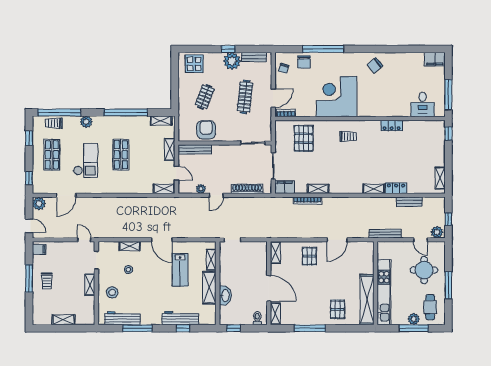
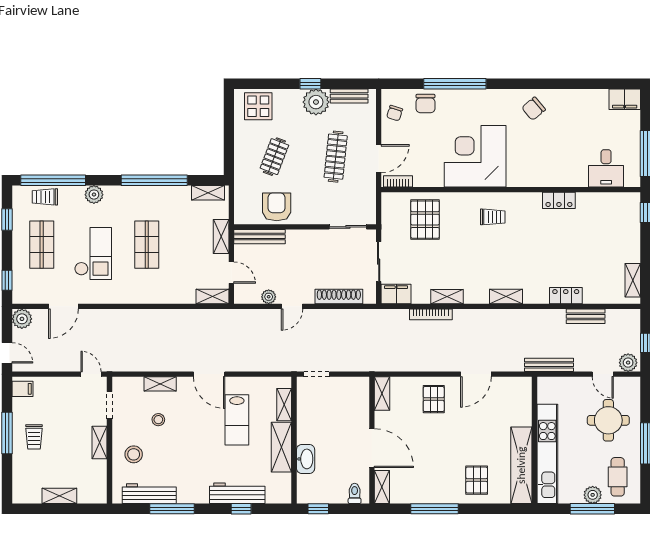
shelving: (374, 189) -> (506, 297), moved

